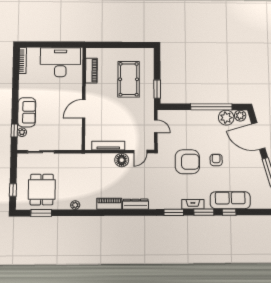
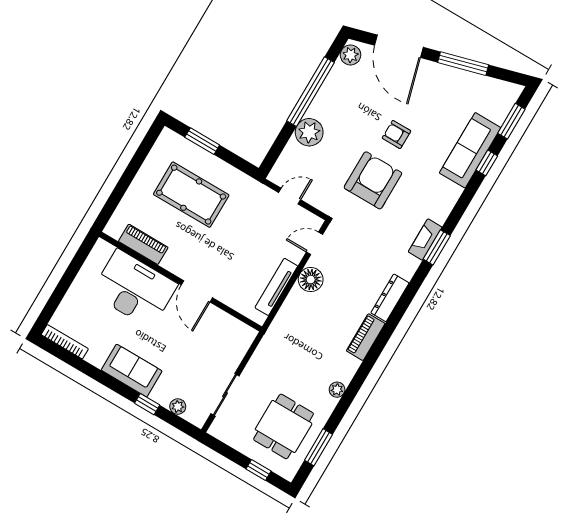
desk: (60, 62) -> (134, 289), moved, turned 90
window: (157, 89) -> (202, 141), moved
sofa: (27, 112) -> (132, 371), moved
plant: (226, 118) -> (309, 132), moved
window: (14, 131) -> (147, 404), moved
door: (258, 136) -> (399, 46), hinge flipped
door: (140, 152) -> (315, 243), swing flipped
dining table: (42, 190) -> (284, 426), turned 90
fireplace: (193, 204) -> (425, 240), moved
window: (204, 212) -> (511, 121), moved

